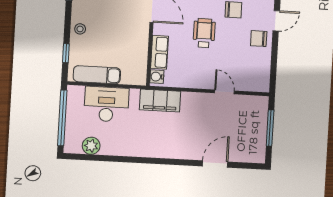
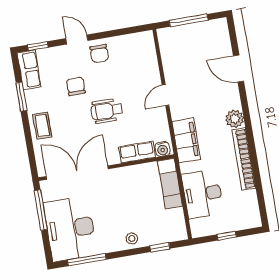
exam couch: (97, 75) -> (170, 183), moved
door: (224, 92) -> (165, 95), moved
window: (62, 118) -> (227, 236), width x0.32
plant: (91, 146) -> (235, 119), moved
bookcase: (130, 150) -> (244, 159), added

